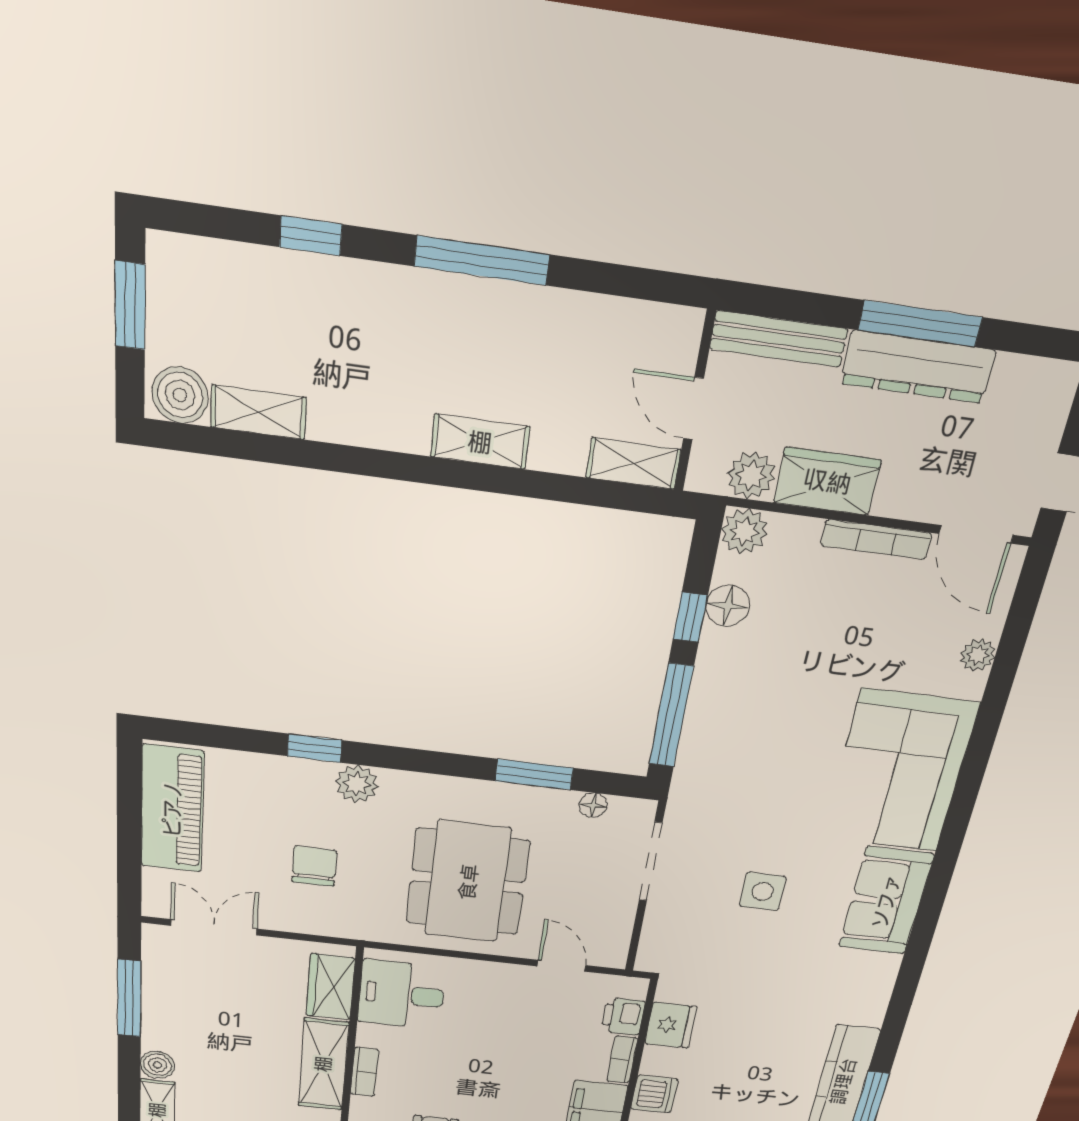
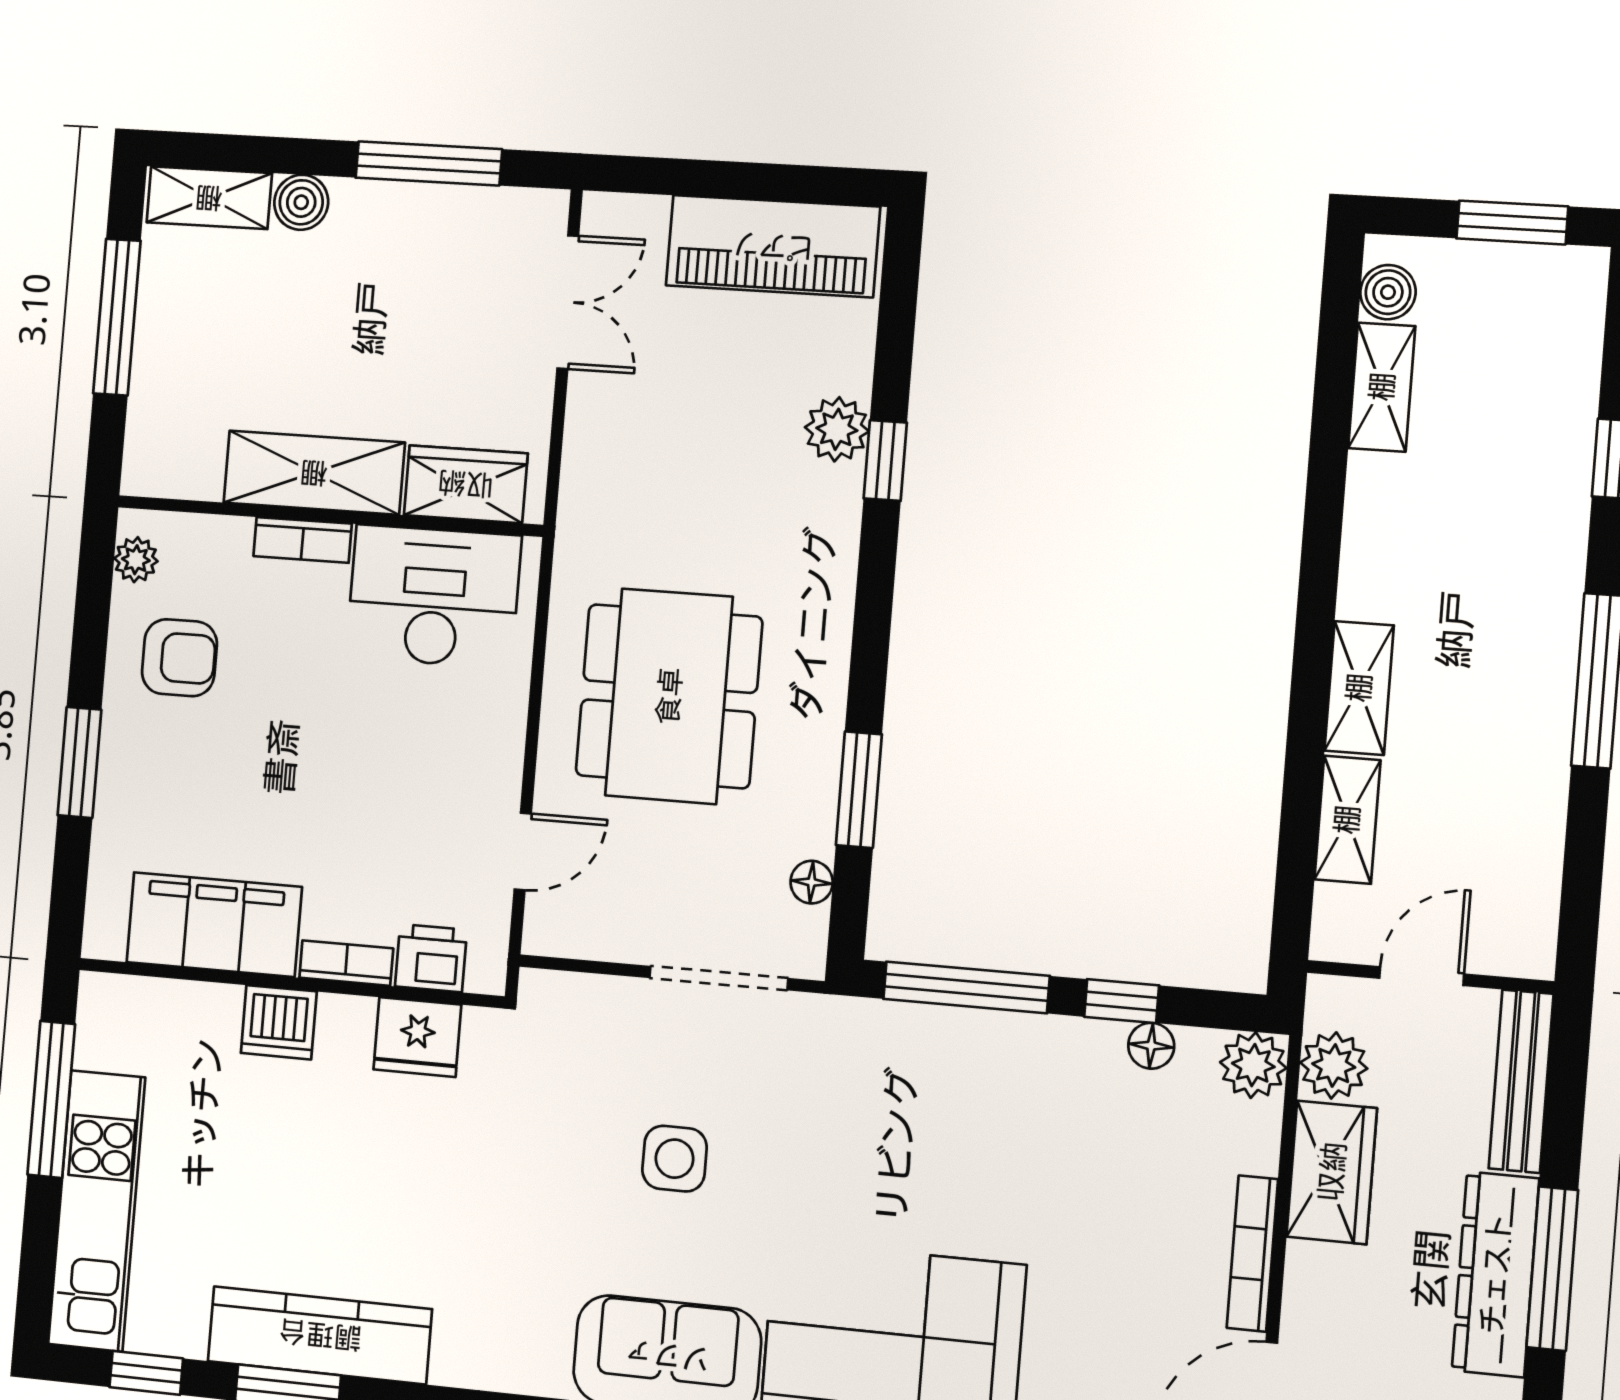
boiler: (180, 395) -> (1388, 292), width x0.73, depth x0.73
shelving: (633, 463) -> (1347, 820), moved
floor lamp: (728, 606) -> (1151, 1046), width x0.73, depth x0.73
plant: (357, 784) -> (837, 429), moved
chair: (314, 866) -> (685, 459), removed
dining table: (468, 882) -> (669, 696), turned 90
desk: (402, 995) -> (434, 596), width x1.37

